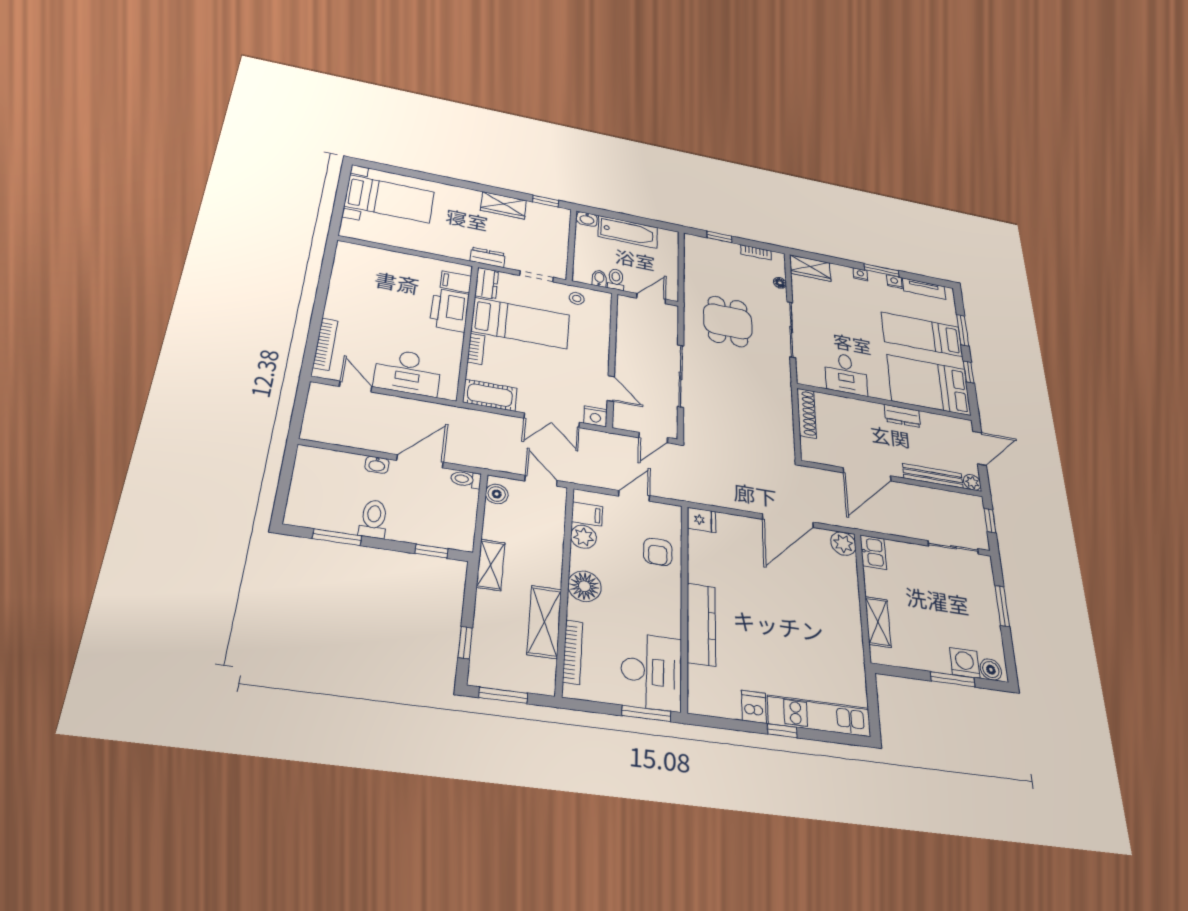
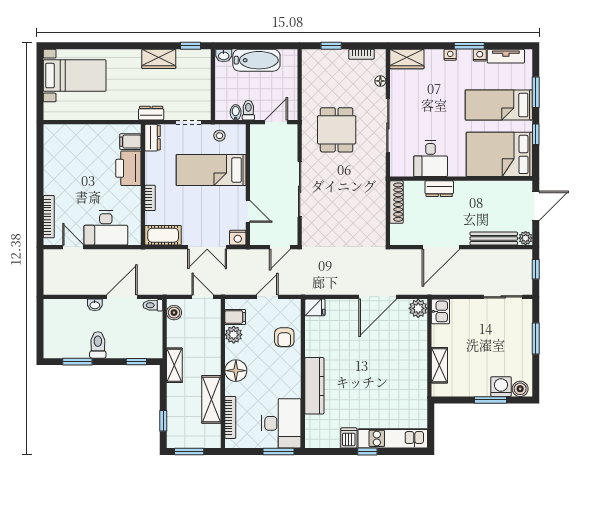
bed: (521, 323) -> (211, 170), moved, turned 180
dresser: (902, 416) -> (439, 189), moved

